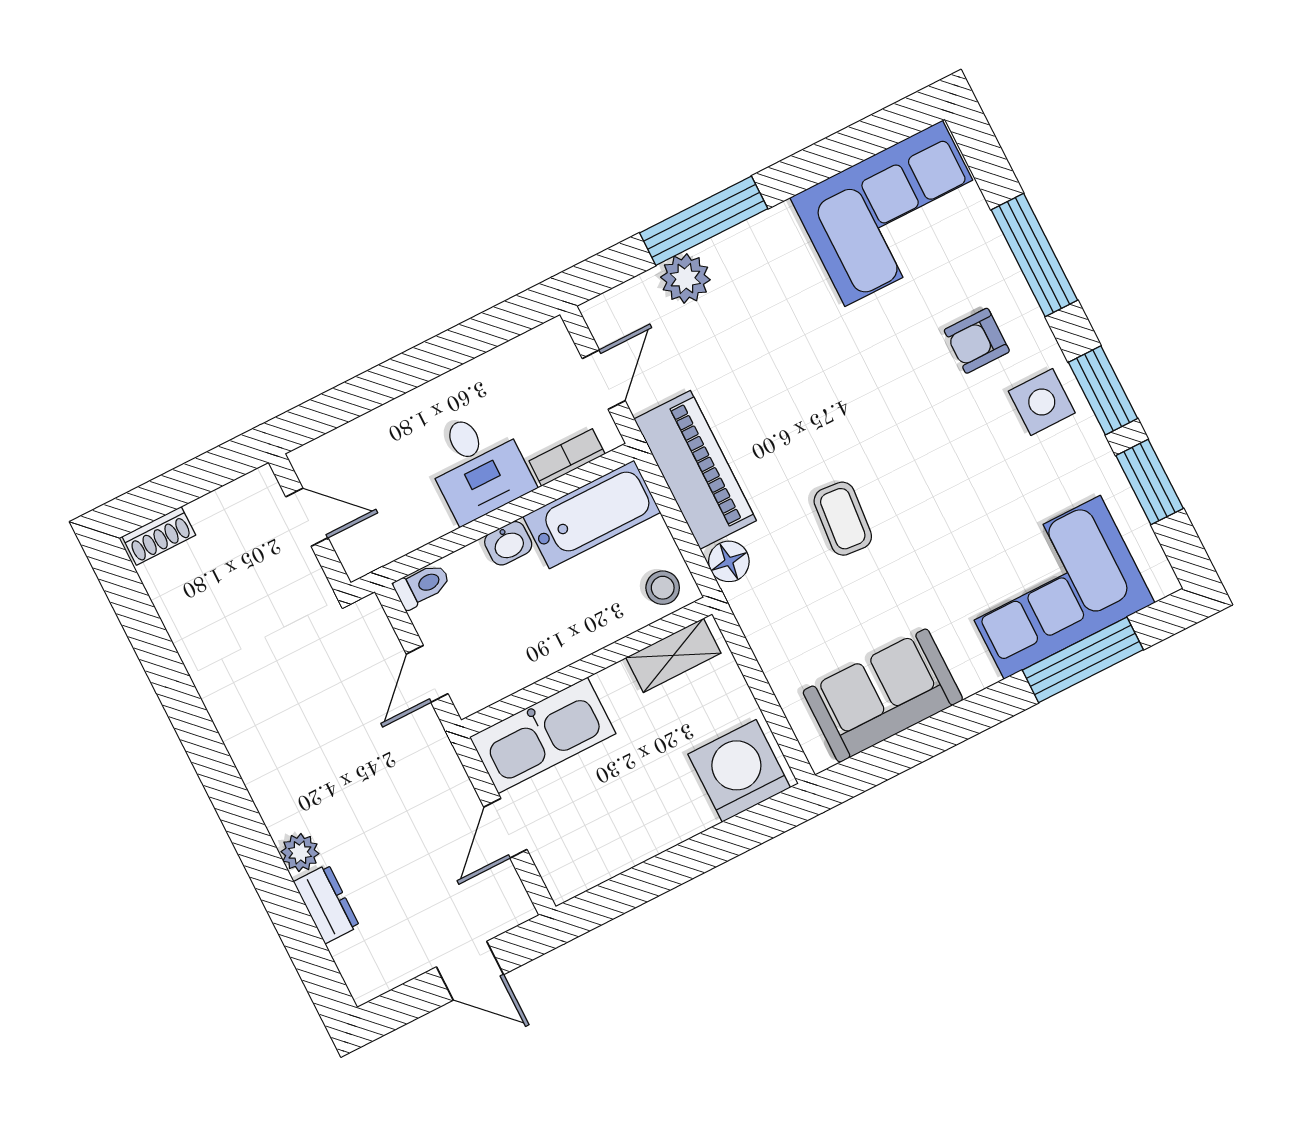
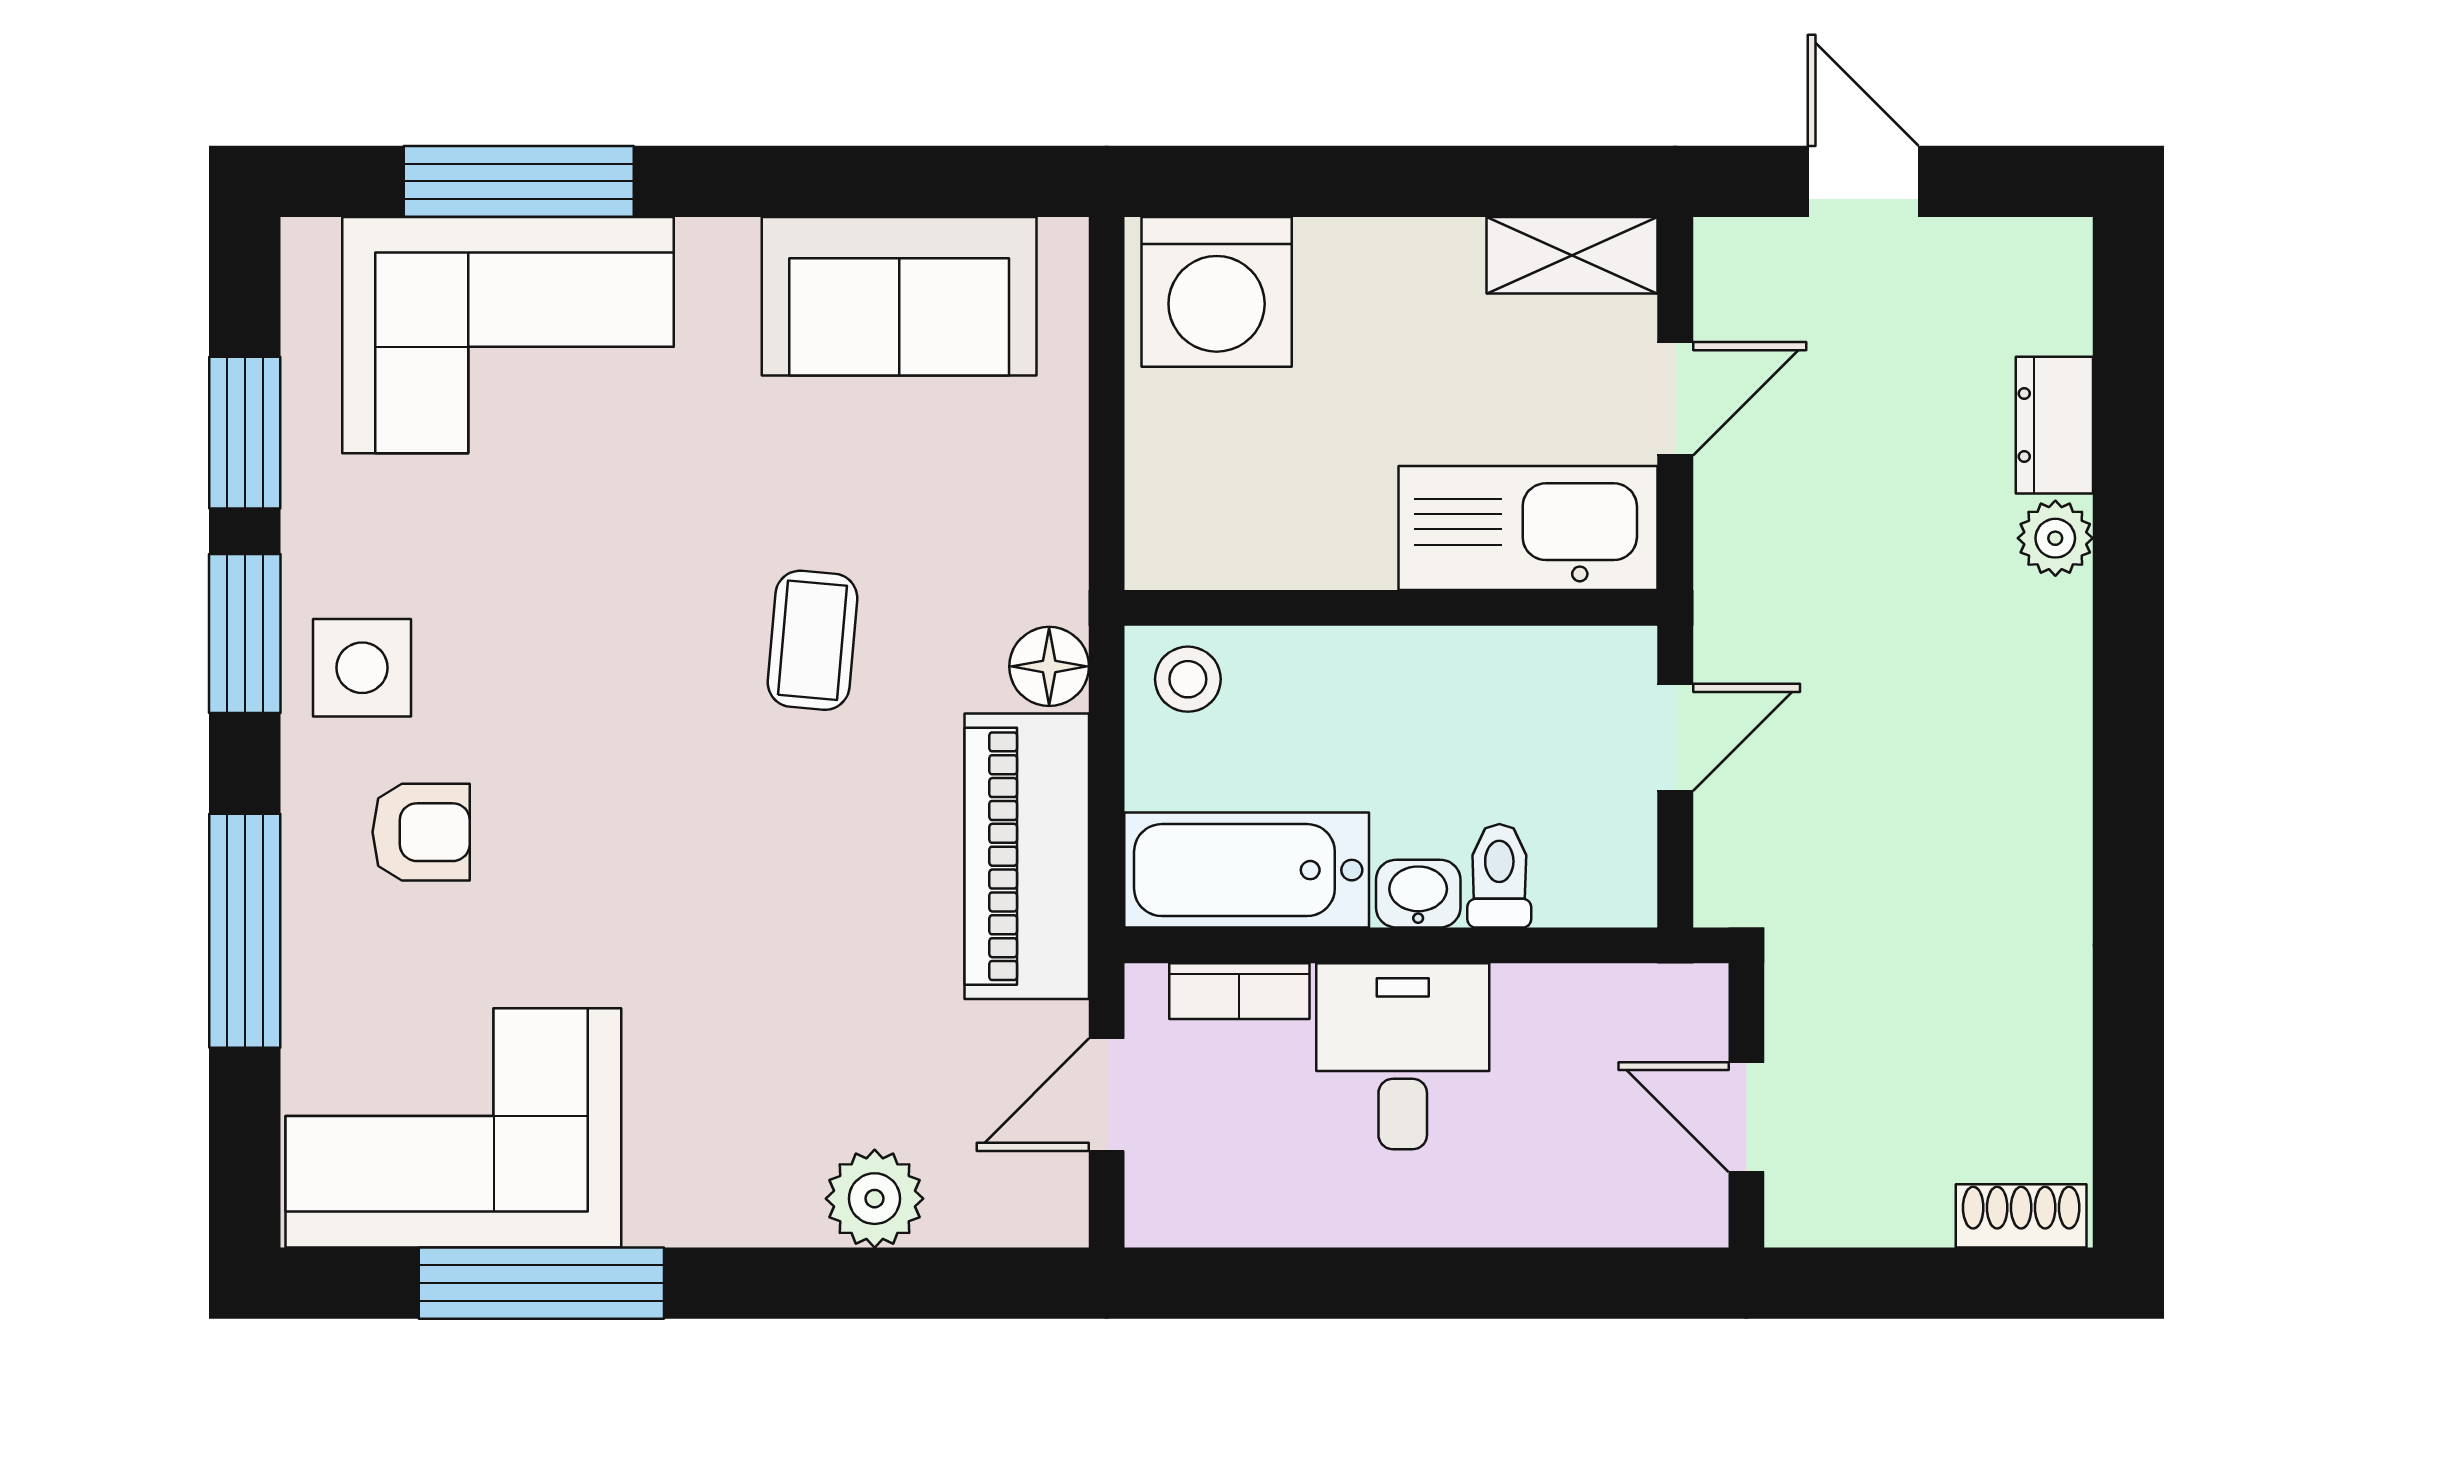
window: (704, 221) -> (541, 1283), moved
toilet: (422, 586) -> (1499, 876), moved, turned 90
shelving: (673, 655) -> (1572, 255), moved

